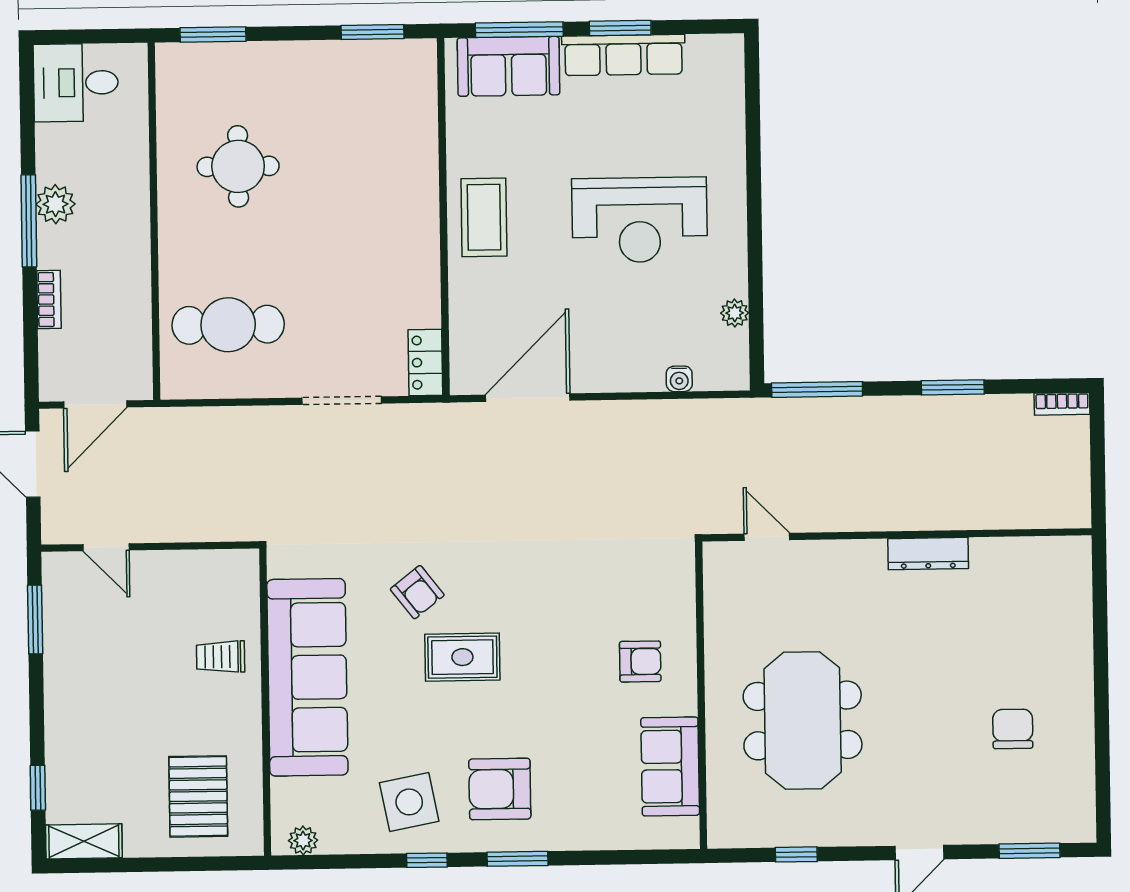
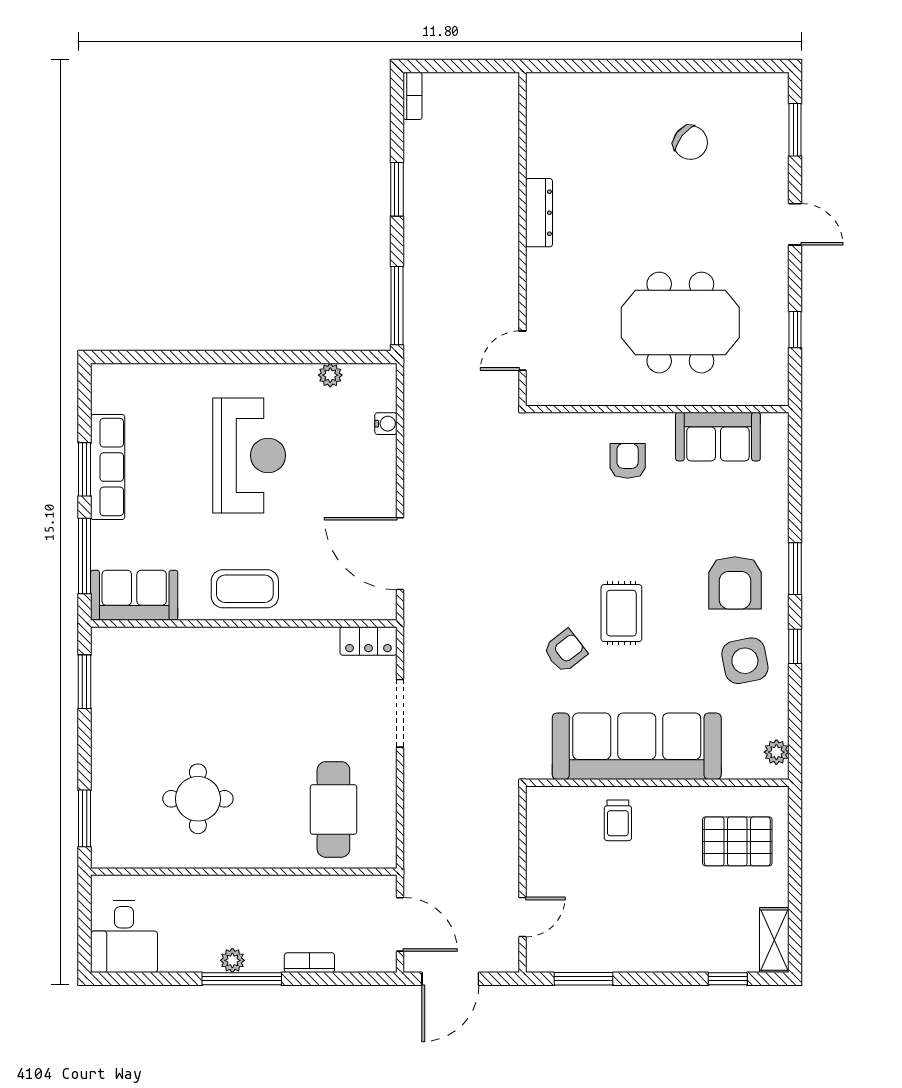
sofa: (509, 66) -> (134, 595), moved, turned -90
plant: (55, 204) -> (232, 960), width x0.73, depth x0.73
chair: (1013, 729) -> (690, 143), turned -142

